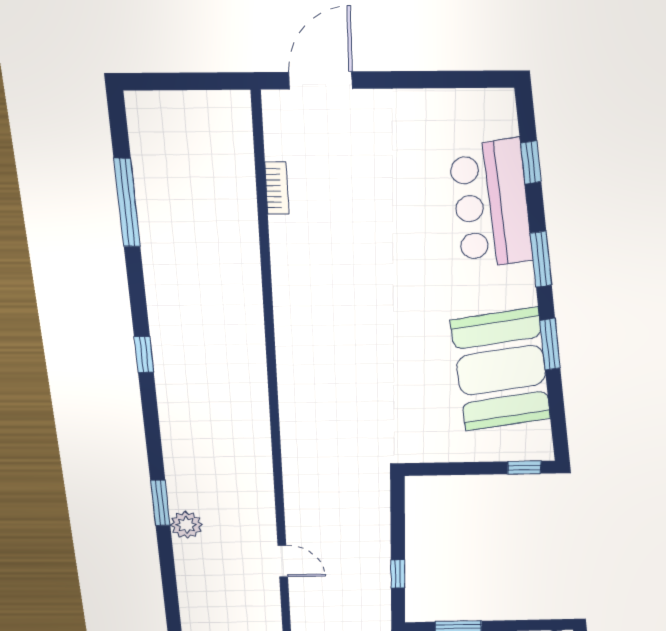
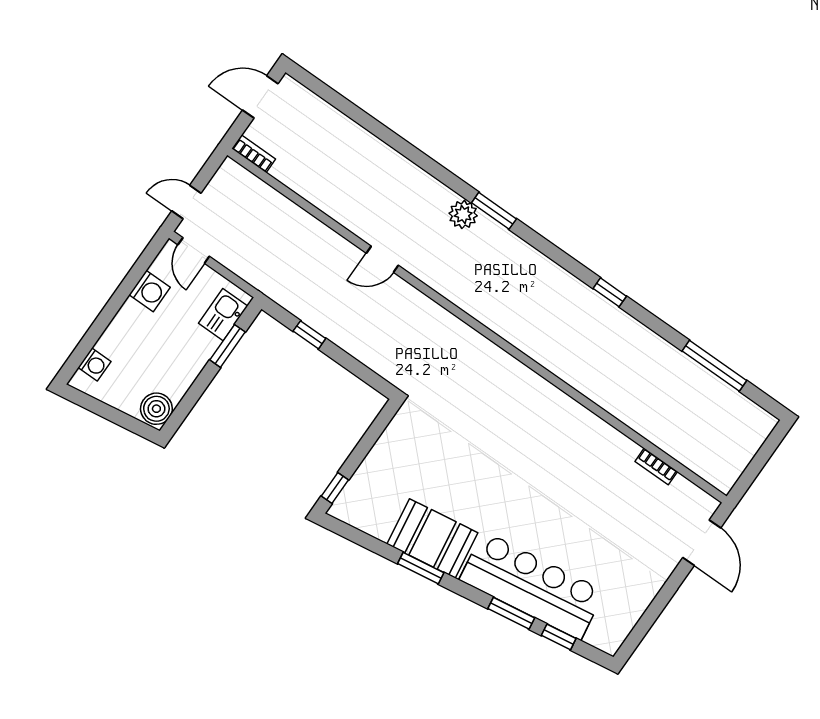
bar counter: (491, 205) -> (532, 586), width x1.36
window: (541, 259) -> (511, 613), moved
booth: (501, 370) -> (432, 538), width x0.73, depth x0.70

